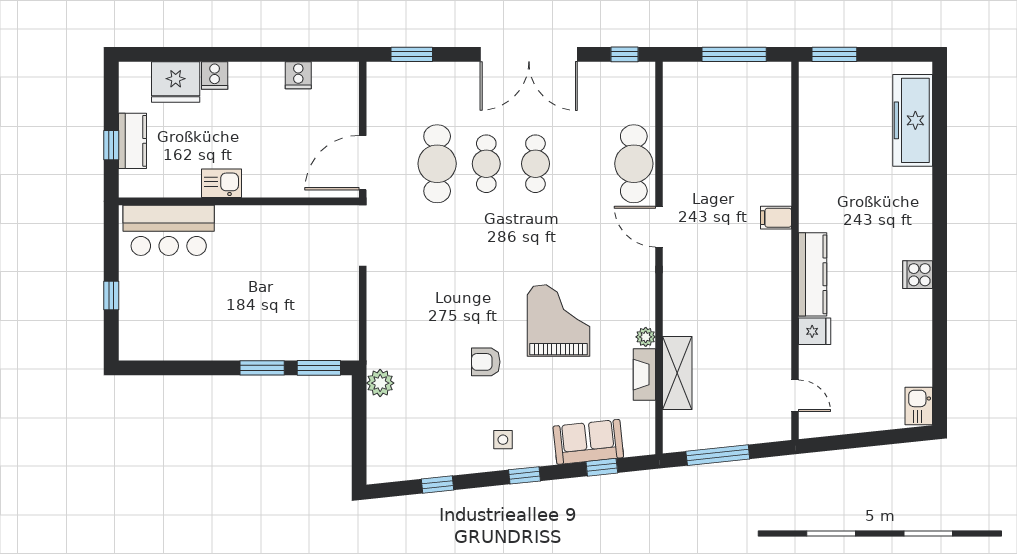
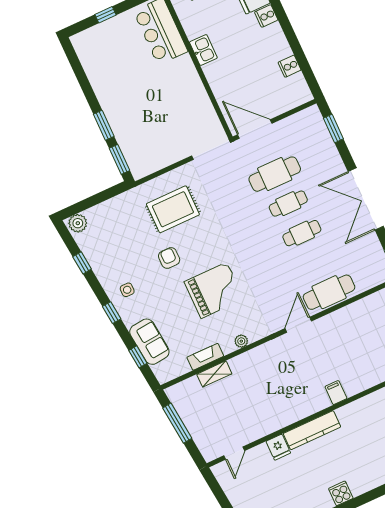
rug: (421, 326) -> (173, 209), added
plant: (646, 337) -> (241, 341), moved
shelving: (677, 373) -> (214, 374), width x0.67, depth x0.75
plant: (380, 383) -> (78, 223), moved

